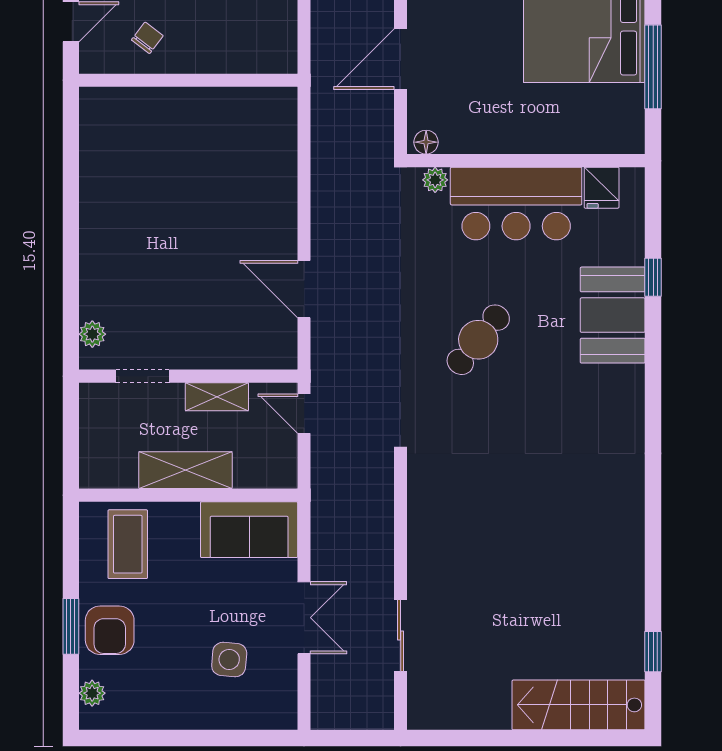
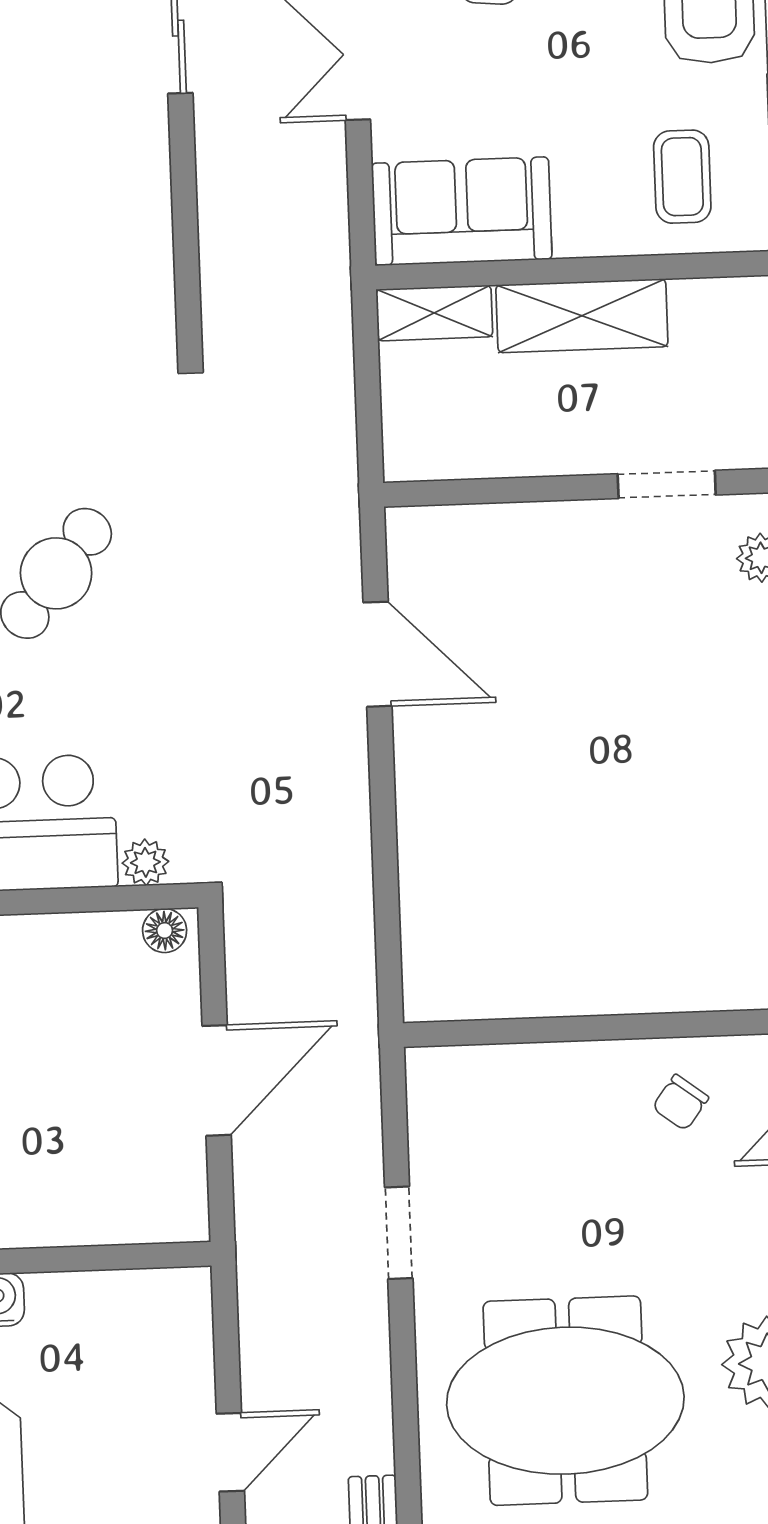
shelving: (217, 397) -> (434, 313), moved
door: (304, 414) -> (369, 427), removed
coffee table: (128, 544) -> (682, 177), width x0.73, depth x0.77

